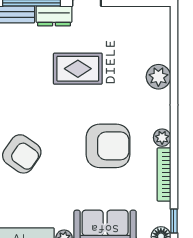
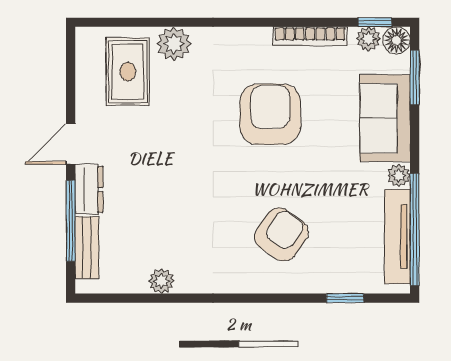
rug: (78, 69) -> (128, 72), moved
plant: (162, 138) -> (368, 39), moved

